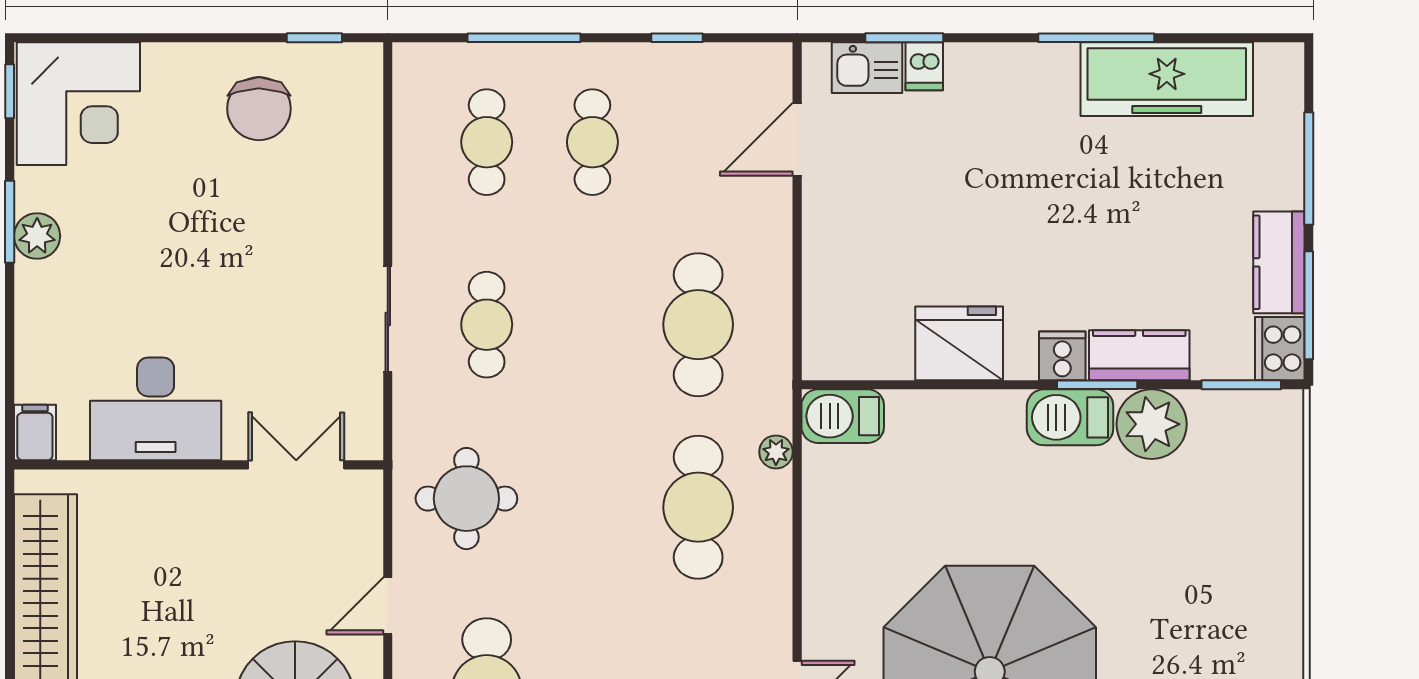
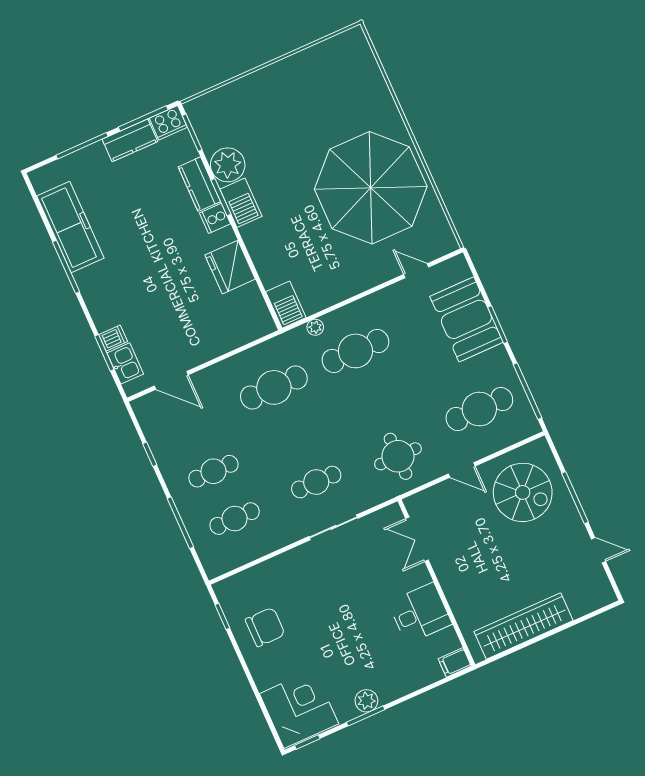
desk: (156, 409) -> (420, 613), width x0.73

